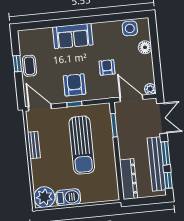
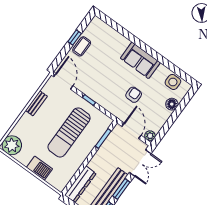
sofa: (73, 36) -> (140, 60), moved
armchair: (75, 85) -> (101, 87), removed
barbecue: (68, 197) -> (39, 168), moved

